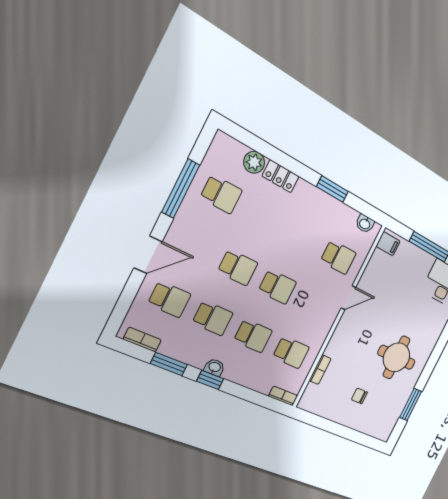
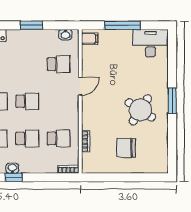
round table: (396, 357) -> (140, 110), turned 33
chair: (359, 396) -> (126, 148), width x1.87, depth x1.87
window: (411, 404) -> (172, 101), moved

